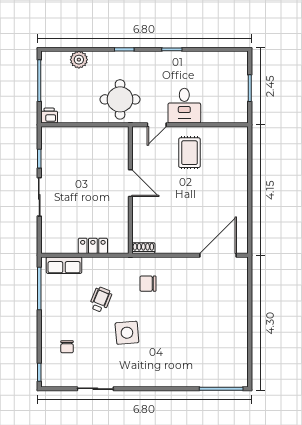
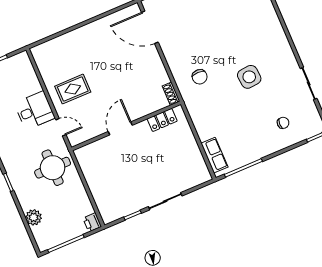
locker: (93, 246) -> (162, 120), moved, turned -90
wheelchair: (101, 300) -> (231, 111), removed

